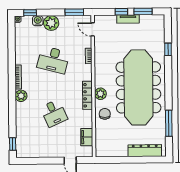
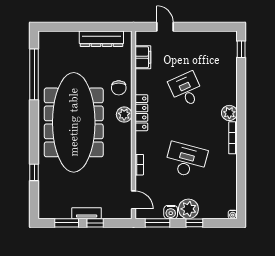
window: (30, 13) -> (194, 223), moved
water cooler: (38, 21) -> (171, 212), moved
window: (169, 123) -> (34, 74), width x1.46
dresser: (145, 151) -> (101, 39), moved

